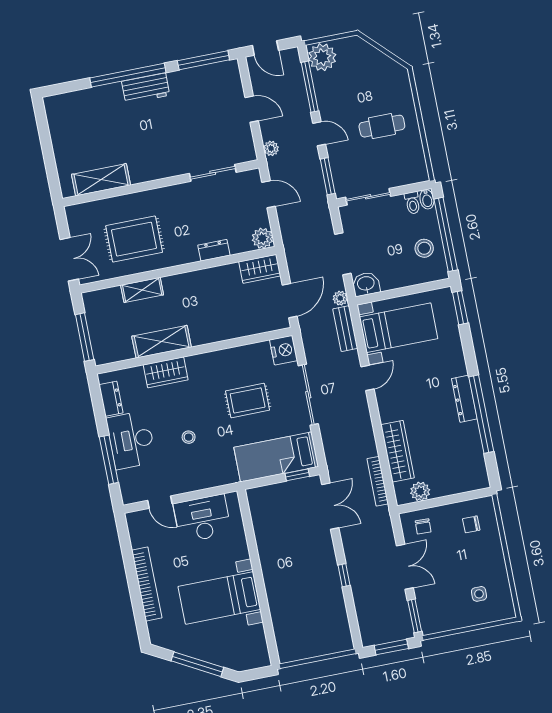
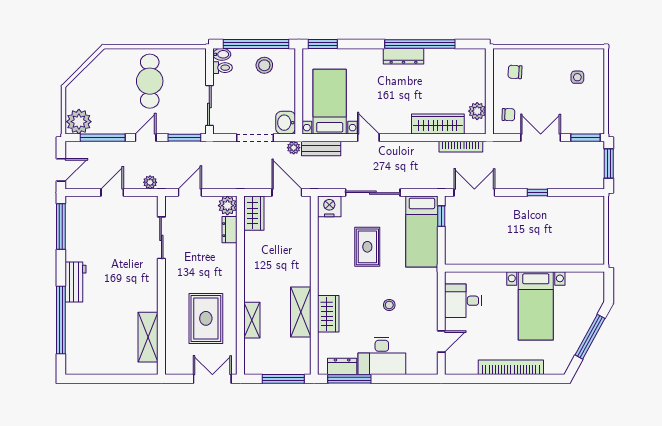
window: (128, 75) -> (61, 320), moved
cafe table: (382, 126) -> (150, 81), width x1.37, depth x1.35
dresser: (214, 250) -> (230, 230), moved
window: (109, 460) -> (349, 379), moved
desk: (202, 518) -> (463, 301), width x0.73
chair: (471, 524) -> (515, 72), turned 93

